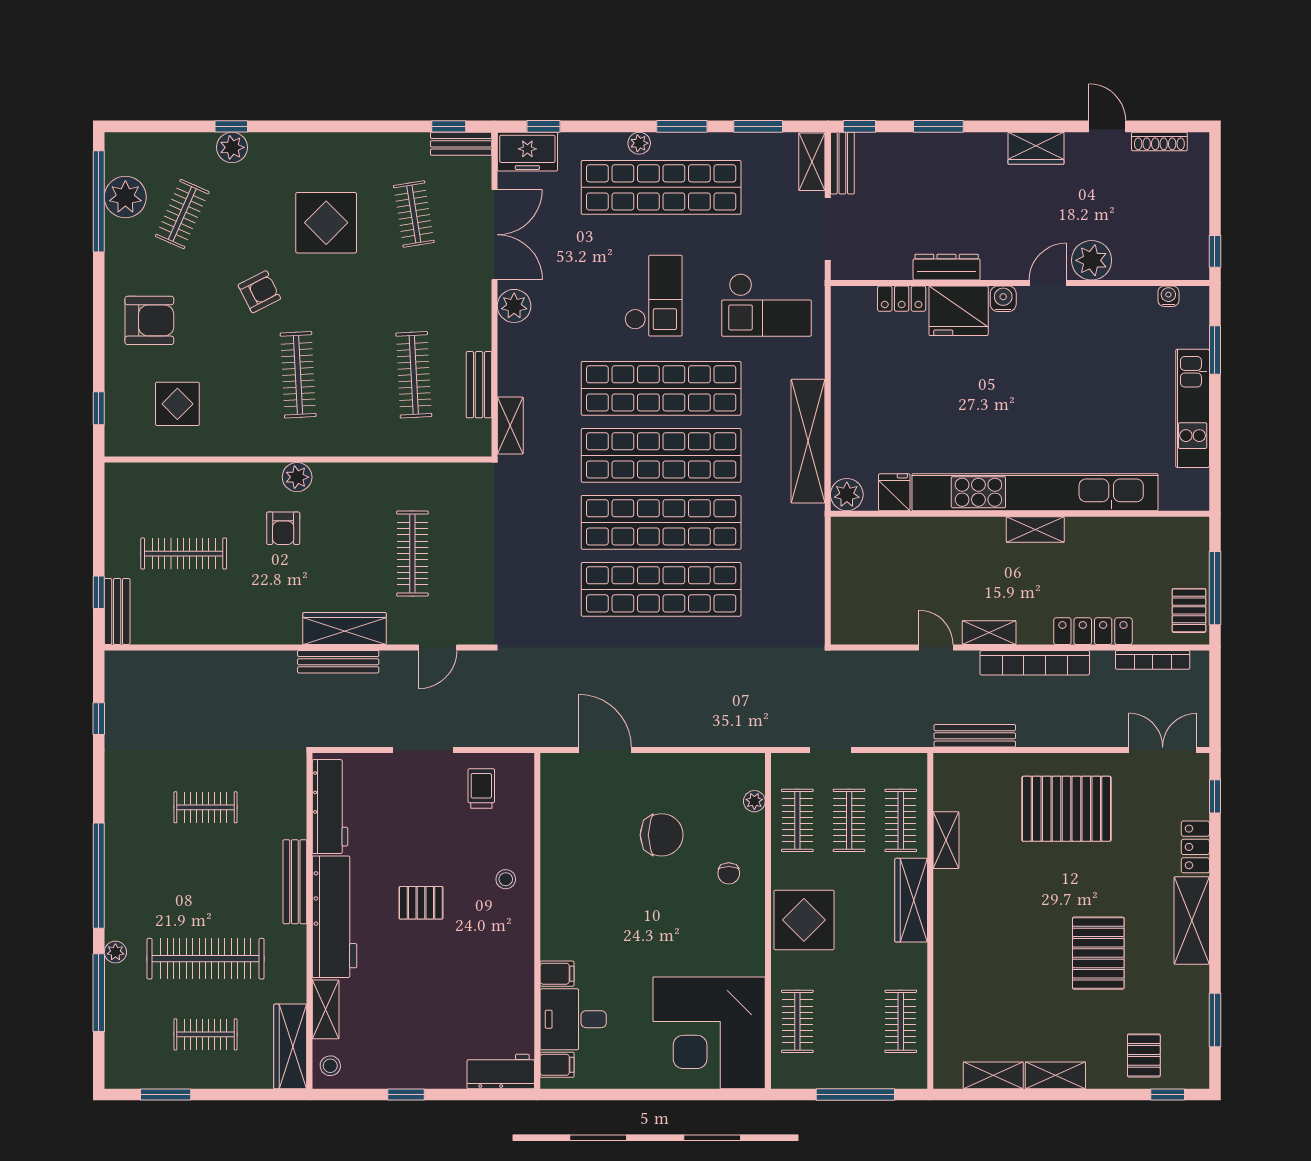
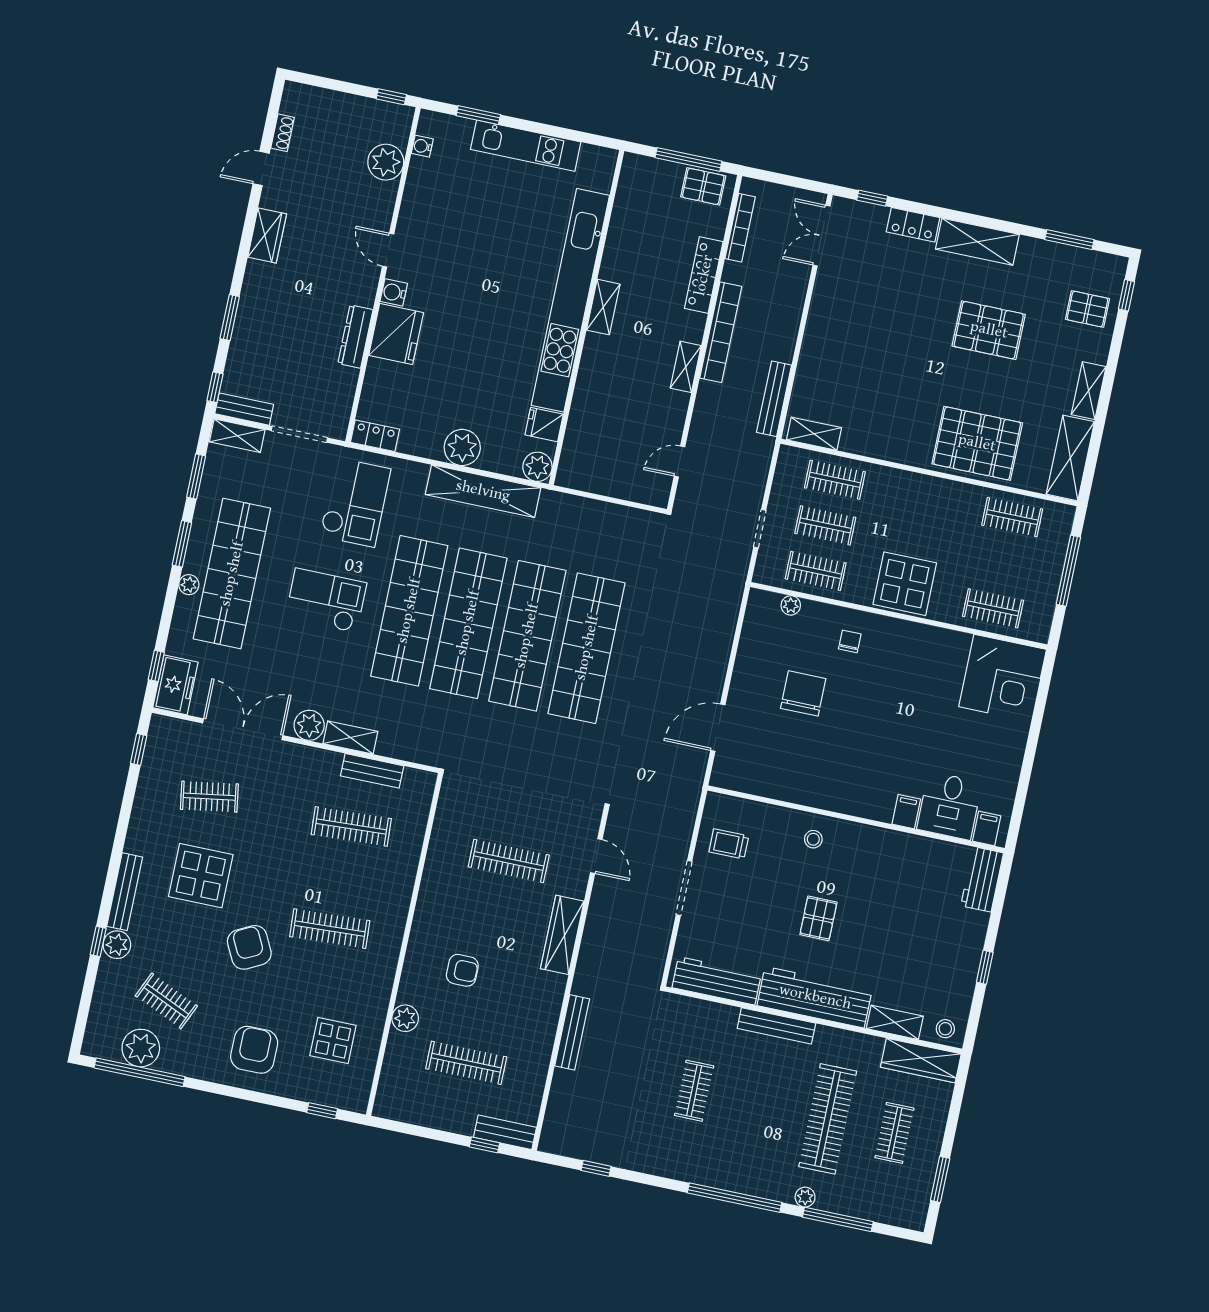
shoe rack: (1159, 142) -> (283, 133), width x0.70
bench: (461, 144) -> (125, 892), moved, width x1.36
plant: (1092, 260) -> (386, 162), moved
armchair: (259, 292) -> (249, 947), width x1.38, depth x1.38
locker: (902, 299) -> (375, 436), moved, turned -90
plant: (851, 409) -> (462, 447), added
shelving: (510, 426) -> (350, 737), moved
plant: (297, 477) -> (405, 1018), moved
clothes rail: (184, 554) -> (466, 1063), turned 90
door: (936, 647) -> (679, 461), moved
bench: (338, 662) -> (572, 1032), moved
pallet: (1066, 809) -> (977, 443), moved, turned 90
shelving: (946, 840) -> (814, 434), moved
chair: (729, 873) -> (850, 641), turned -90
wardrobe: (911, 900) -> (907, 485), removed
corner desk: (709, 1033) -> (1003, 678), width x0.74, depth x0.74
shelving: (993, 1075) -> (1070, 458), width x1.50, depth x1.33

